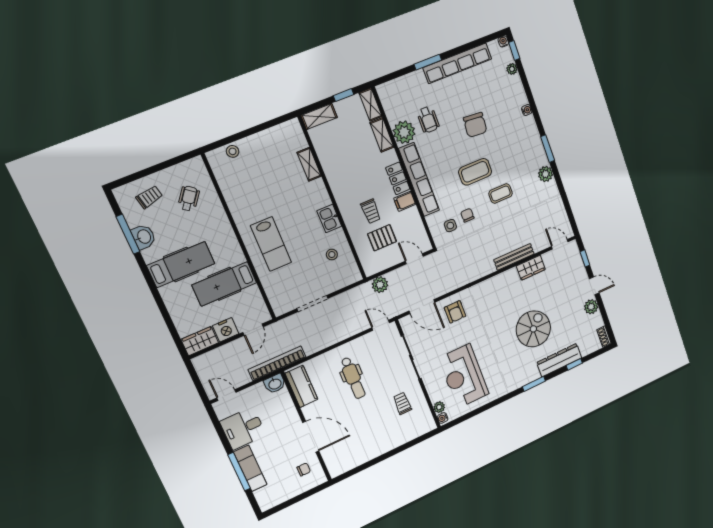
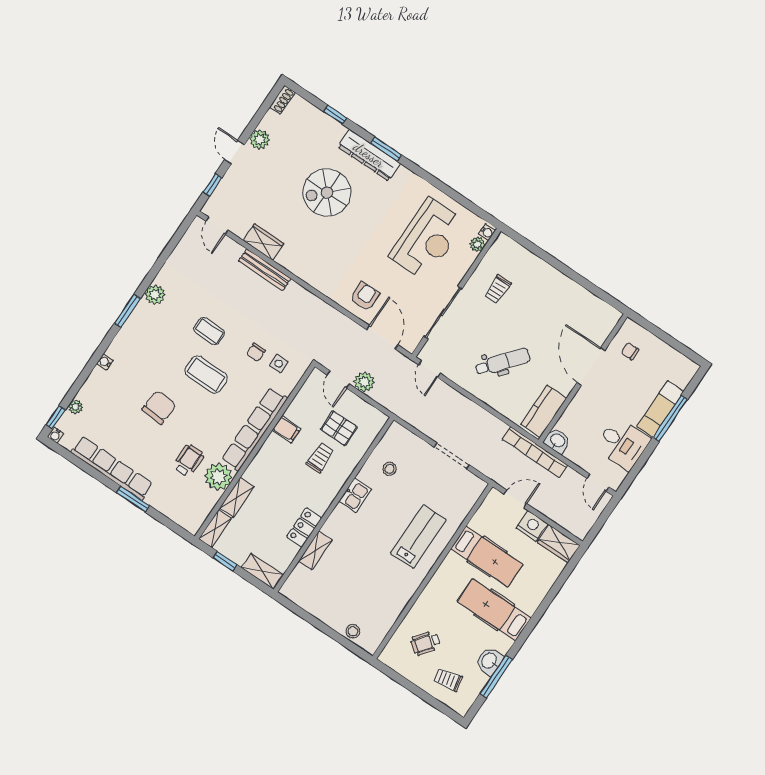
locker: (398, 178) -> (304, 527), moved, turned 180
plant: (380, 285) -> (364, 382), moved
dresser: (559, 360) -> (369, 155), moved
dental chair: (353, 378) -> (503, 362), turned 39

